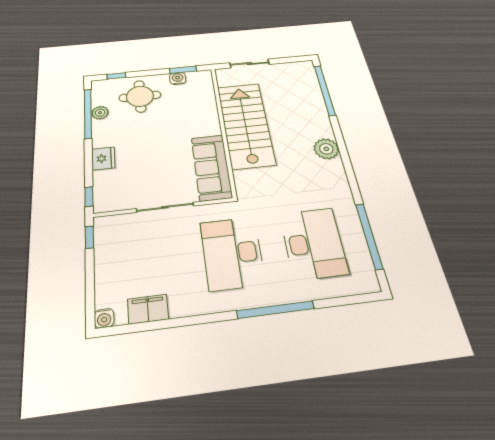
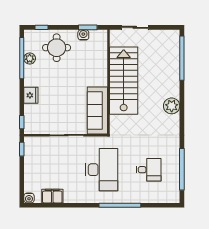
desk: (313, 243) -> (149, 170), width x0.53, depth x0.77
desk: (232, 253) -> (102, 170), turned 180

